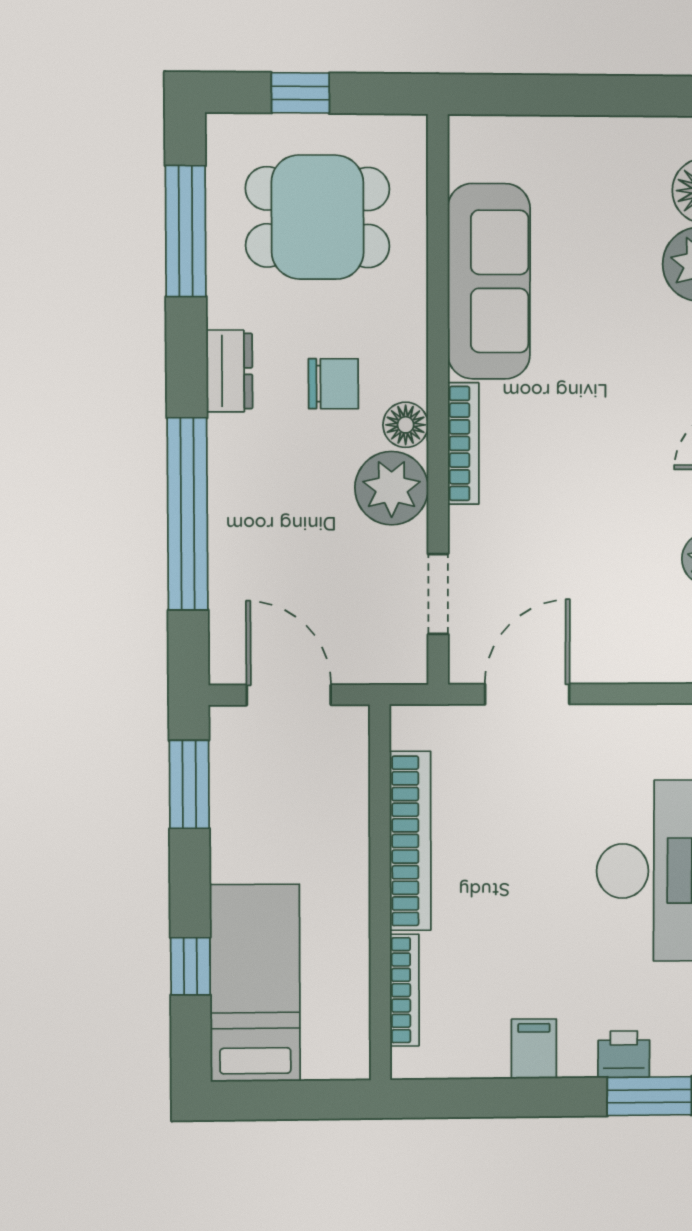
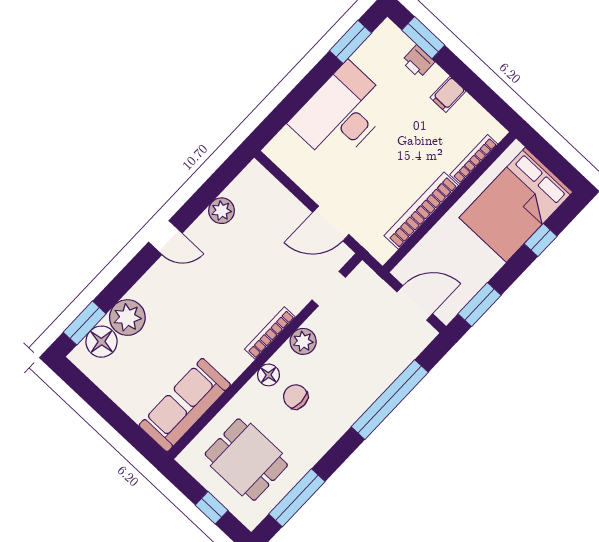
sofa: (489, 281) -> (185, 405), moved
dresser: (229, 371) -> (328, 435), removed
floor lamp: (406, 425) -> (269, 375), moved
plant: (392, 488) -> (303, 341), width x0.73, depth x0.73
door: (289, 695) -> (415, 303), swing flipped
bed: (255, 983) -> (516, 205), width x1.50

